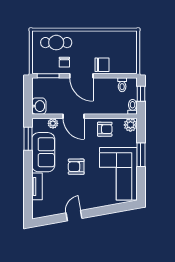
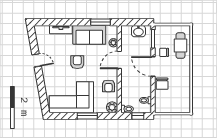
door: (81, 76) -> (153, 66), hinge flipped
washbasin: (39, 106) -> (138, 31), moved

